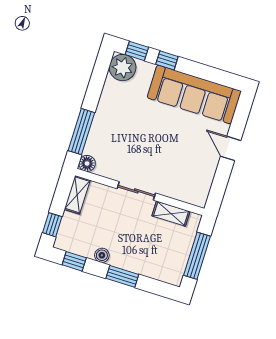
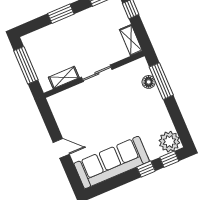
floor lamp: (87, 163) -> (149, 82), moved
boiler: (102, 255) -> (84, 16), removed

